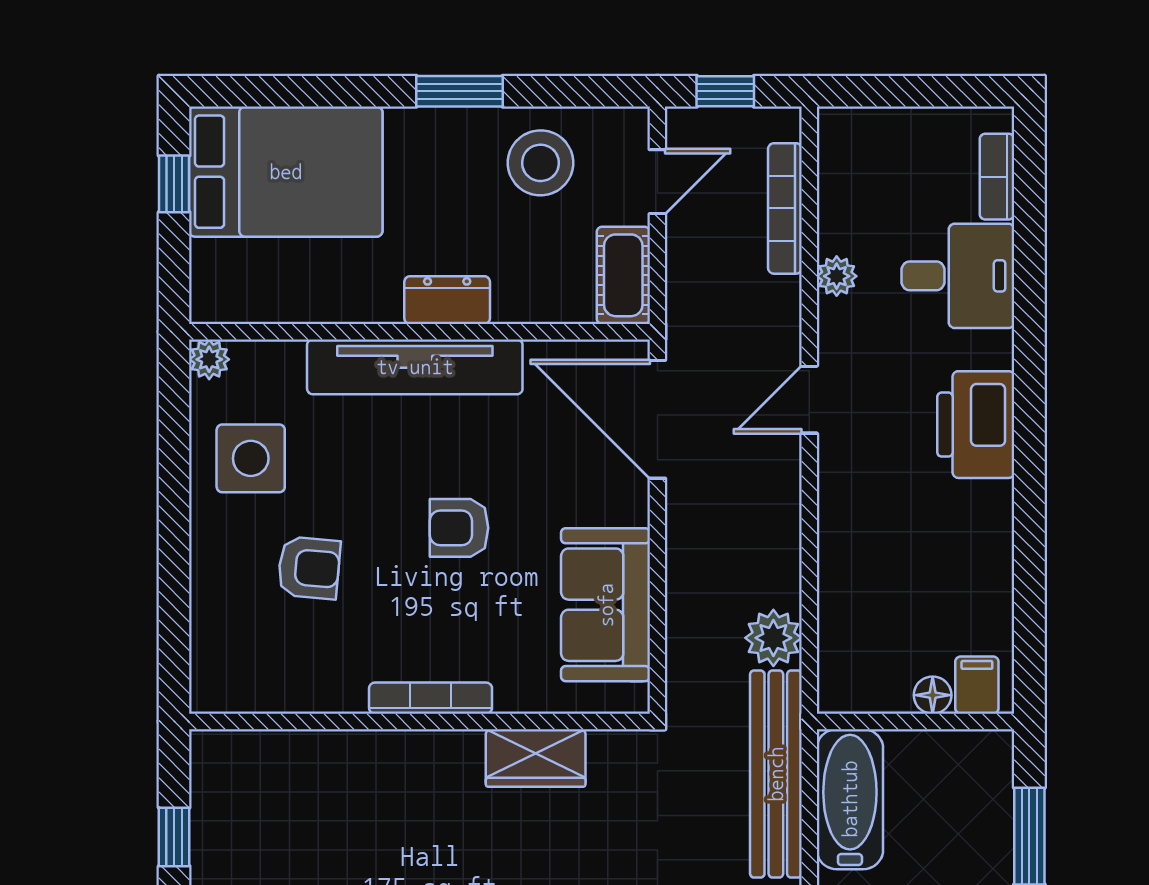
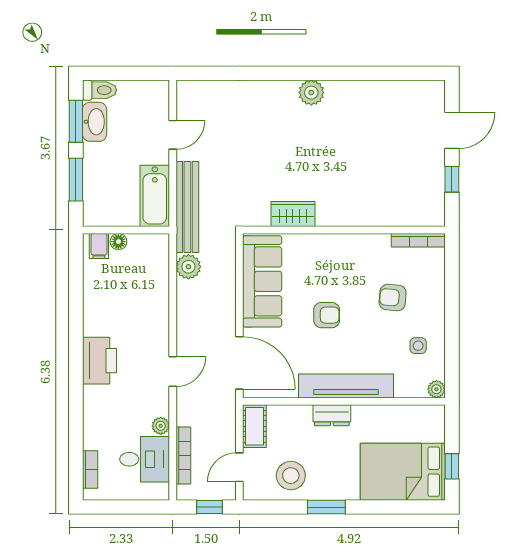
desk: (958, 276) -> (145, 459), moved, turned 180
side table: (251, 458) -> (418, 346), width x0.54, depth x0.54
sofa: (606, 605) -> (262, 281), width x1.36
bookcase: (431, 698) -> (418, 240), moved

